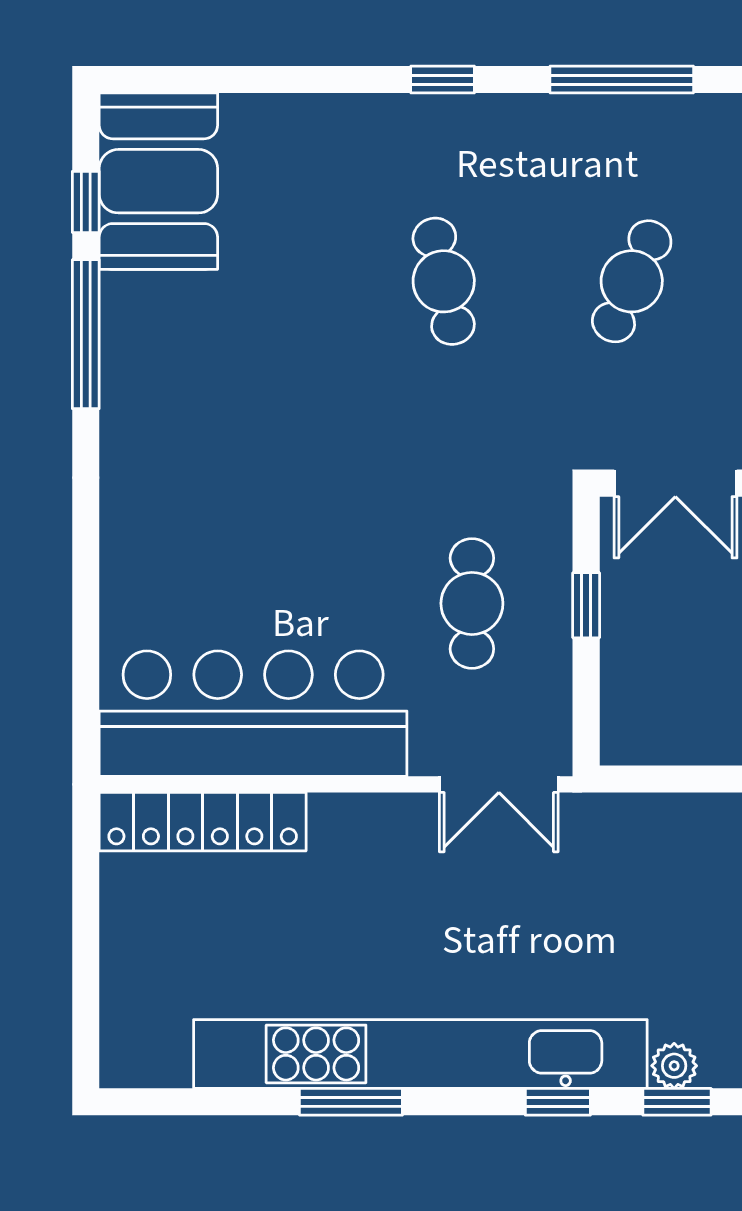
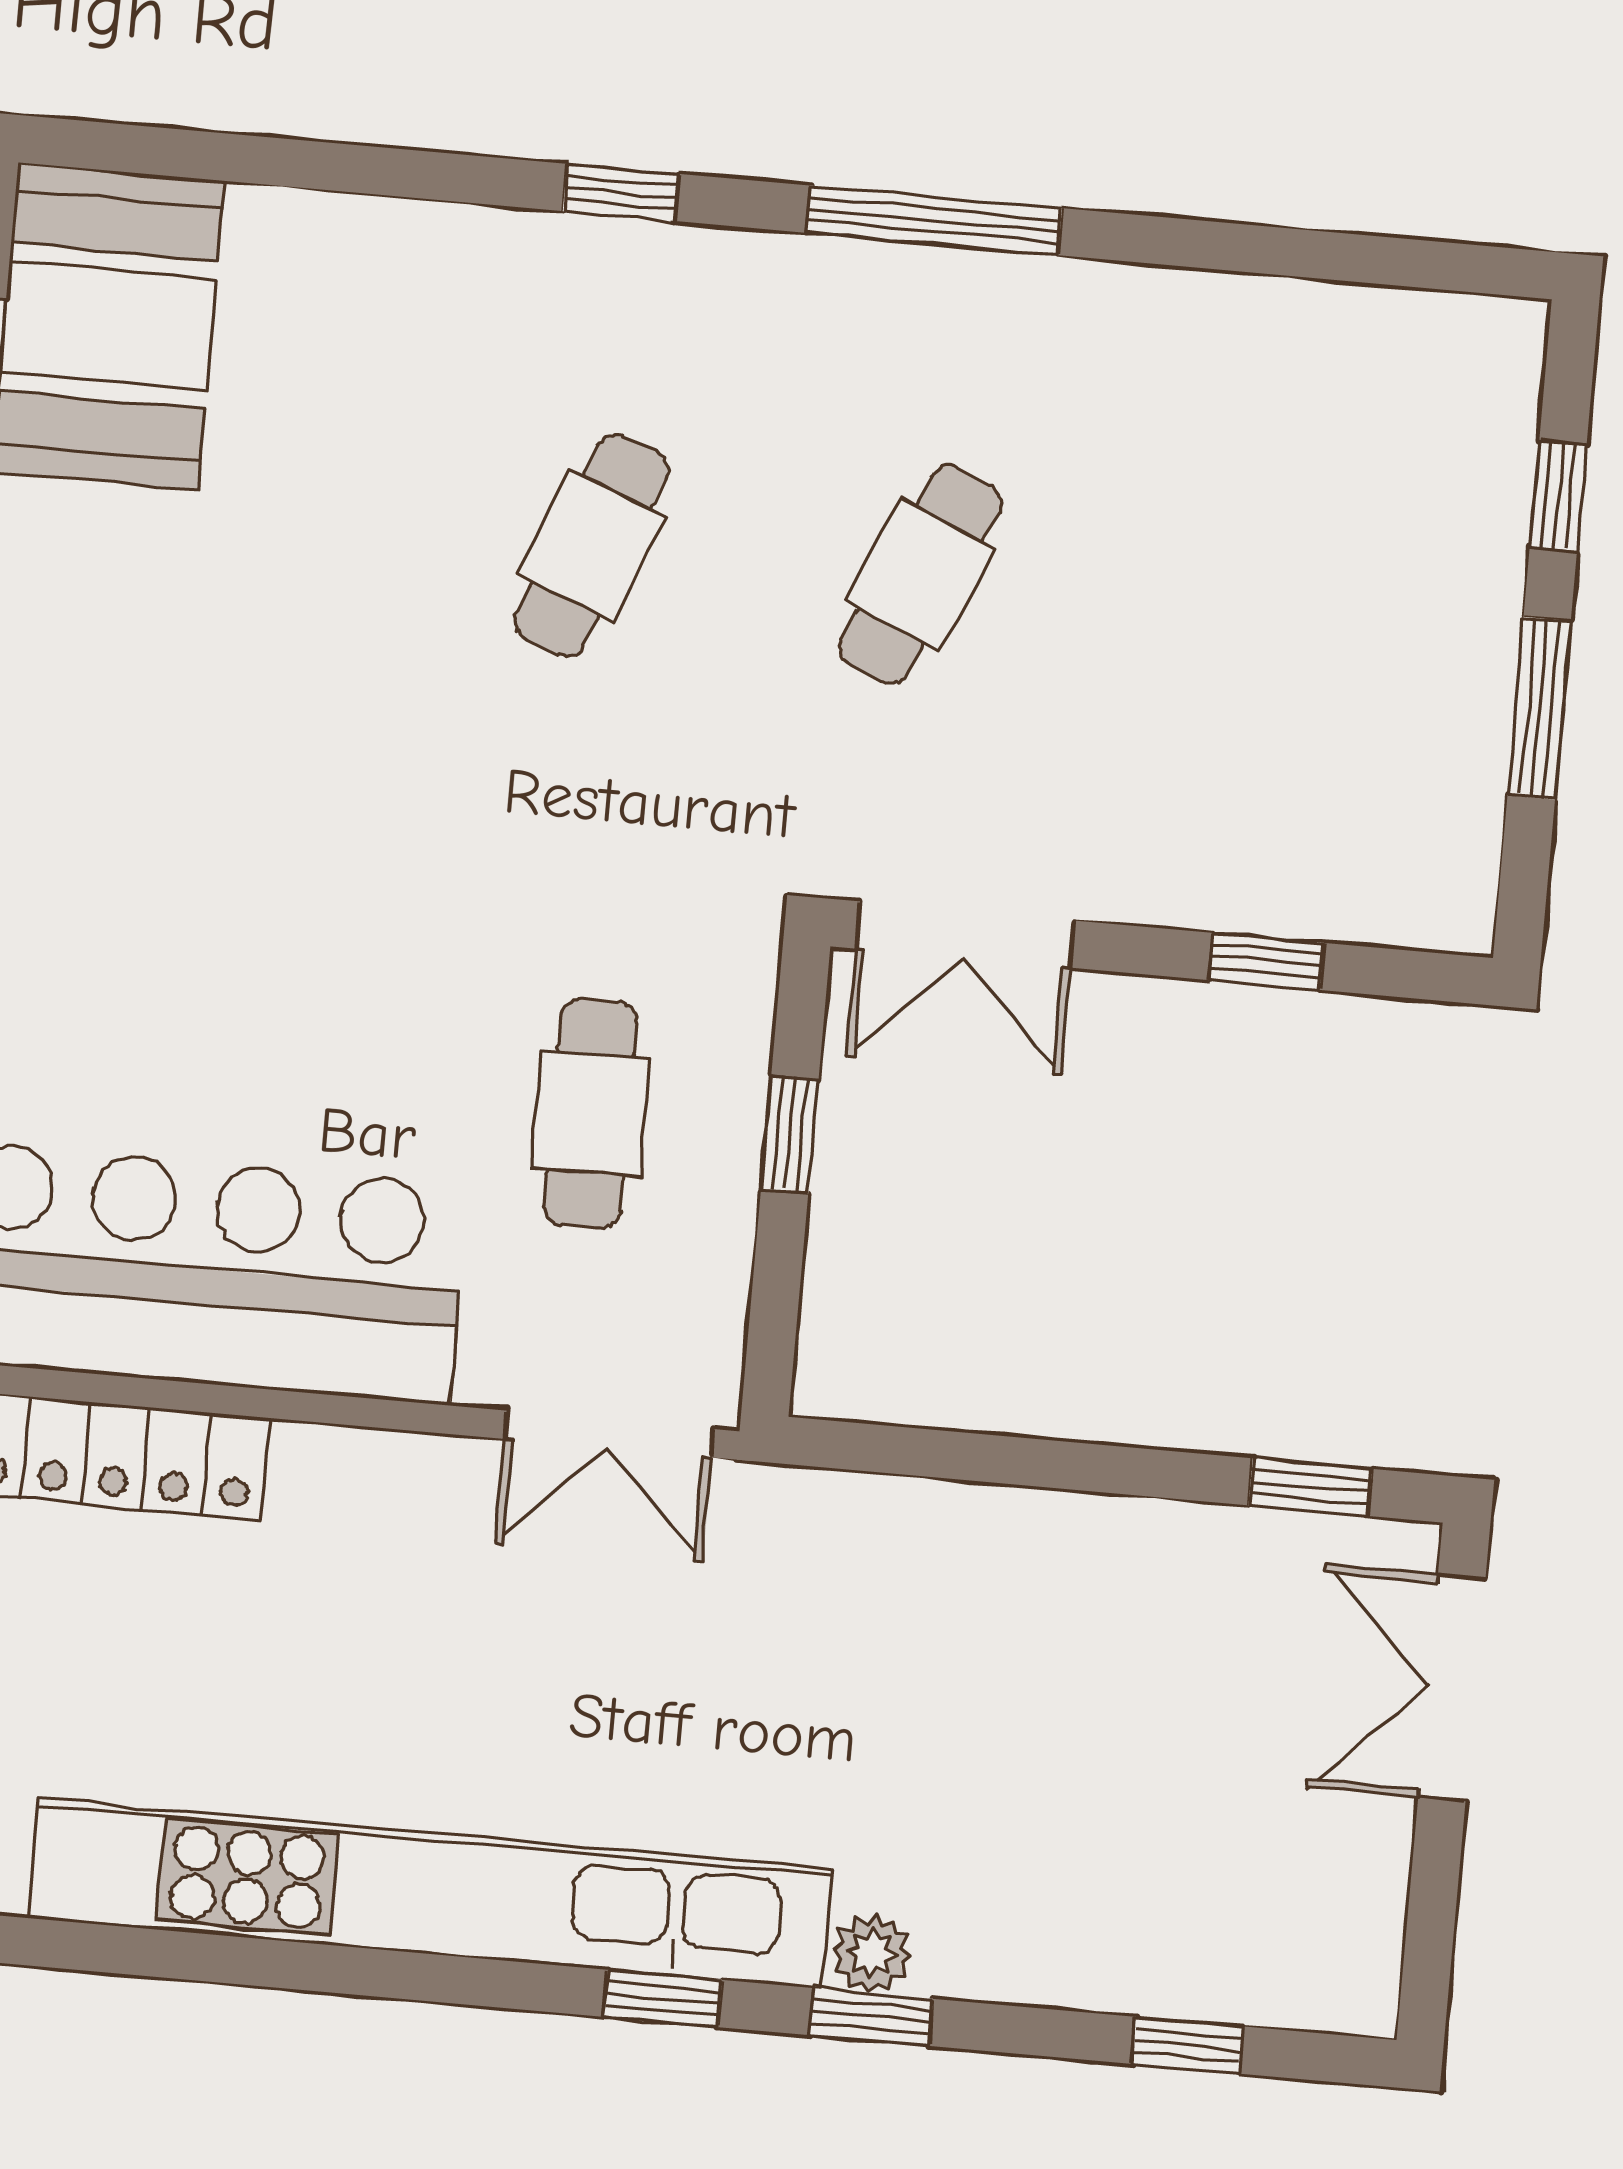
cafe table: (444, 281) -> (591, 546), turned 33
window: (351, 1102) -> (301, 1966), removed

